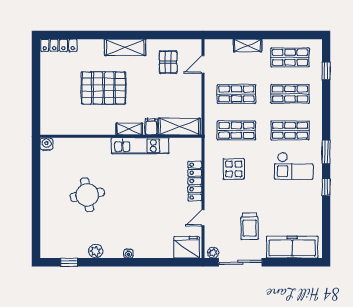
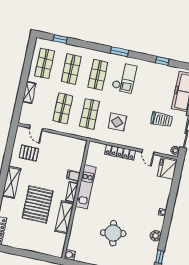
shelving: (179, 127) -> (64, 217), moved
window: (326, 187) -> (162, 61), moved

